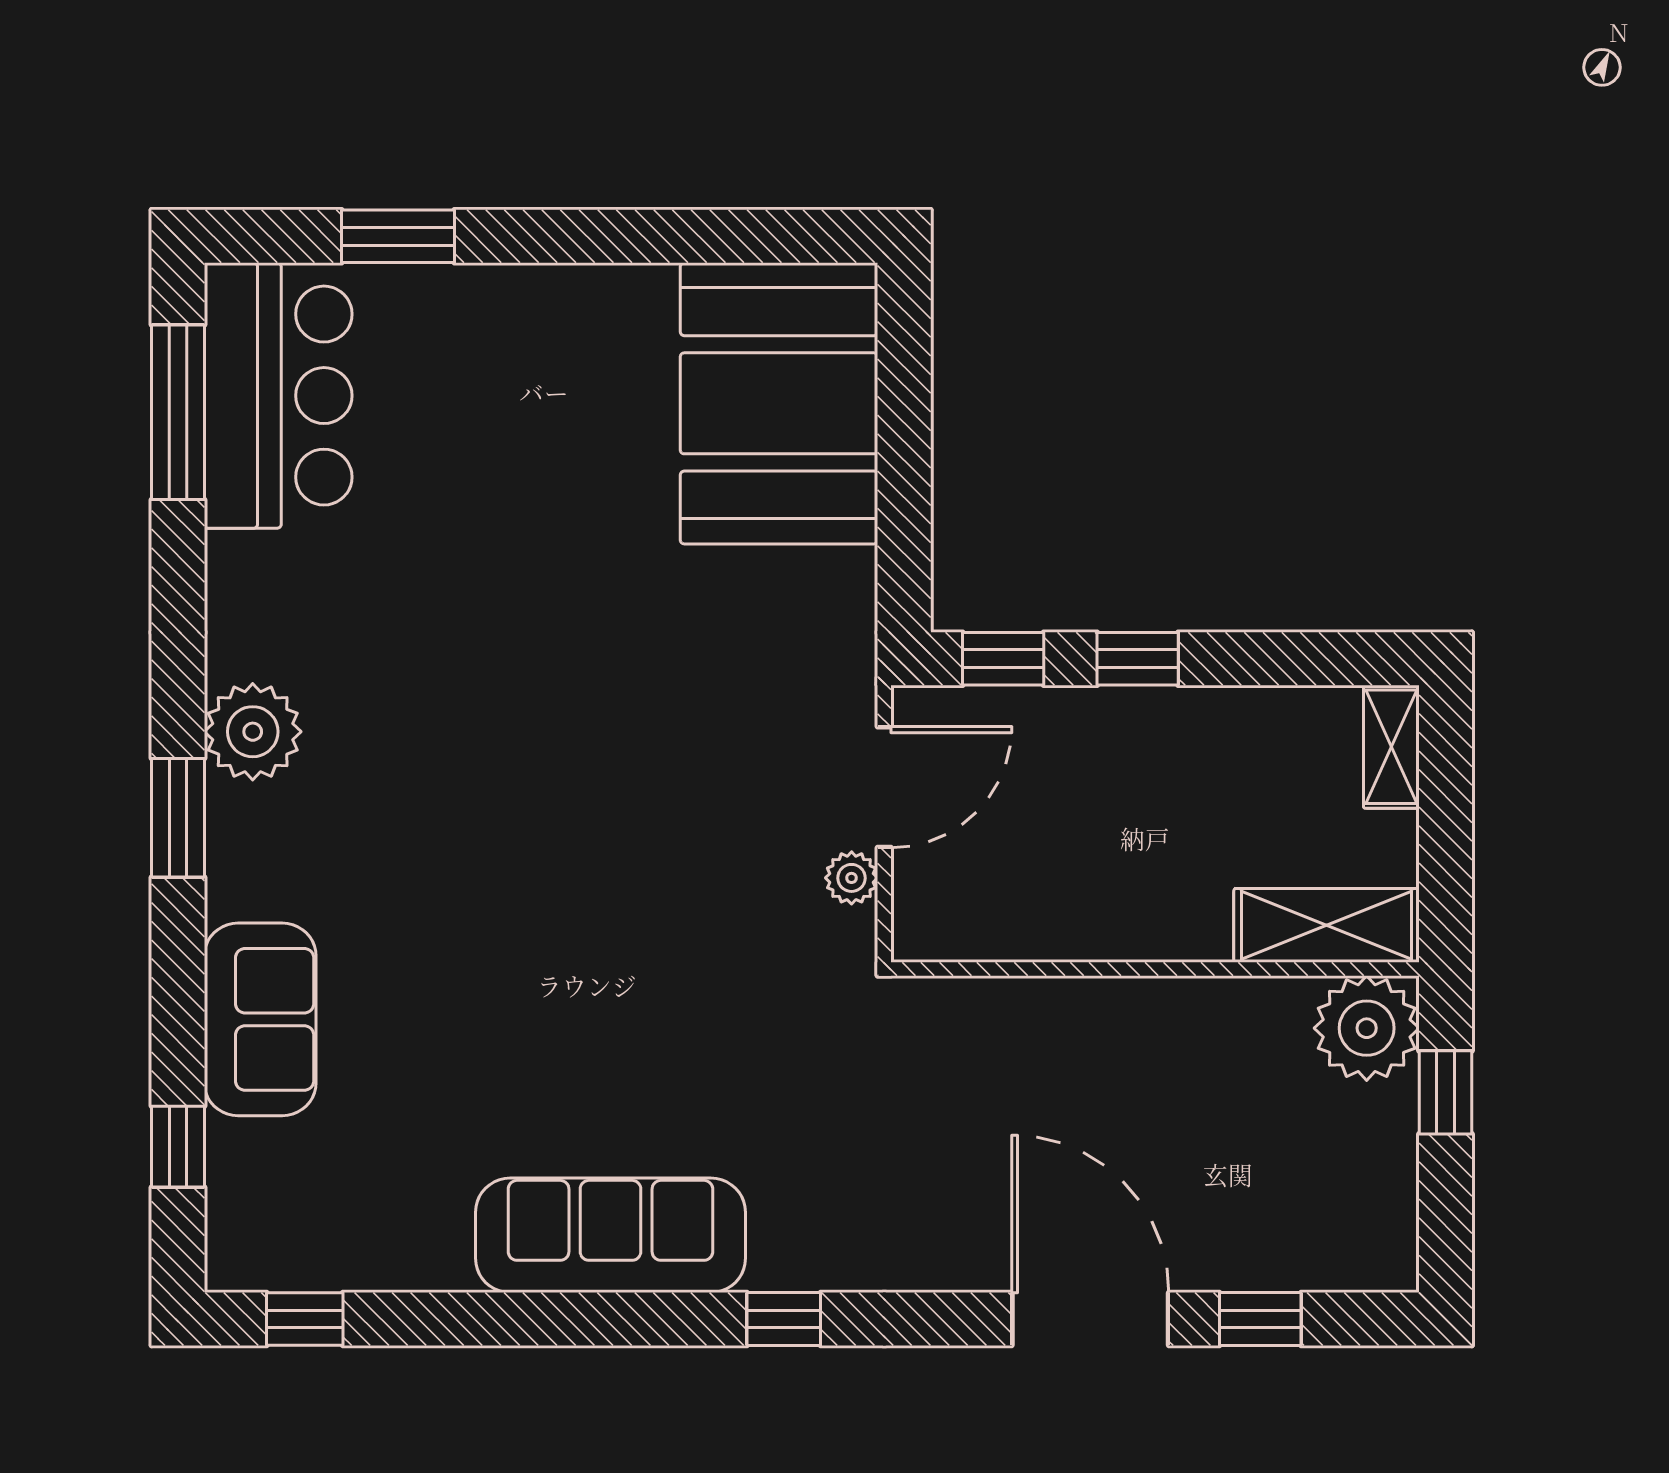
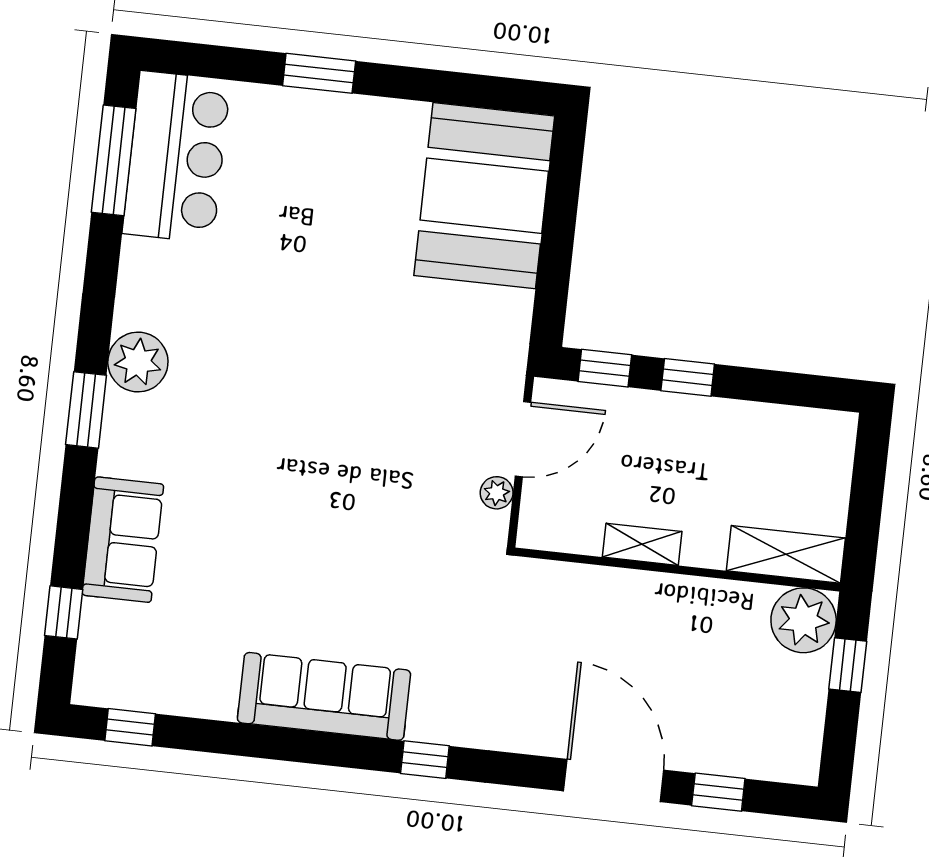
window: (398, 236) -> (319, 73), moved
shelving: (1391, 747) -> (642, 544), moved, turned 90

